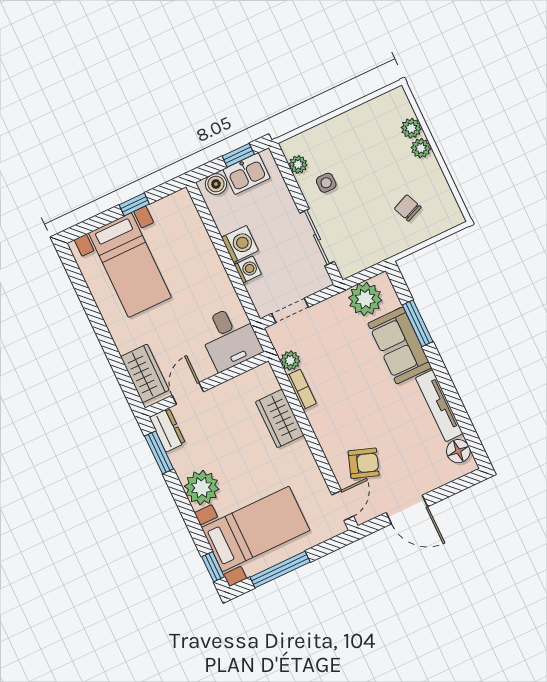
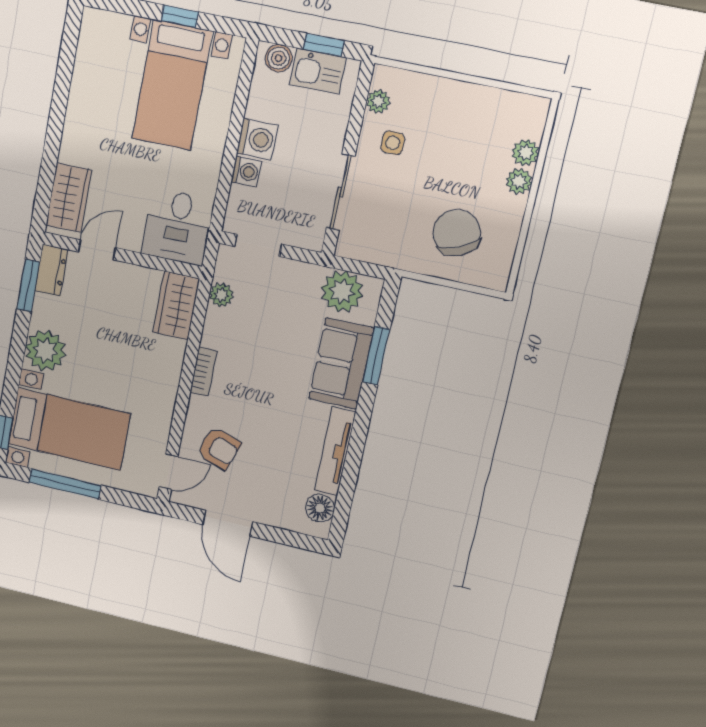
chair: (408, 208) -> (457, 233), width x1.87, depth x1.87
bed with nightstands: (130, 265) -> (172, 85), moved
bookcase: (301, 389) -> (203, 372), moved
wardrobe: (280, 418) -> (176, 305), moved

